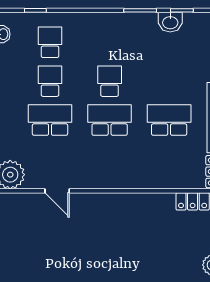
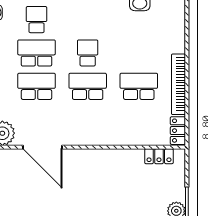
school desk: (50, 81) -> (36, 53), width x1.85
door: (57, 191) -> (43, 147), width x1.87

